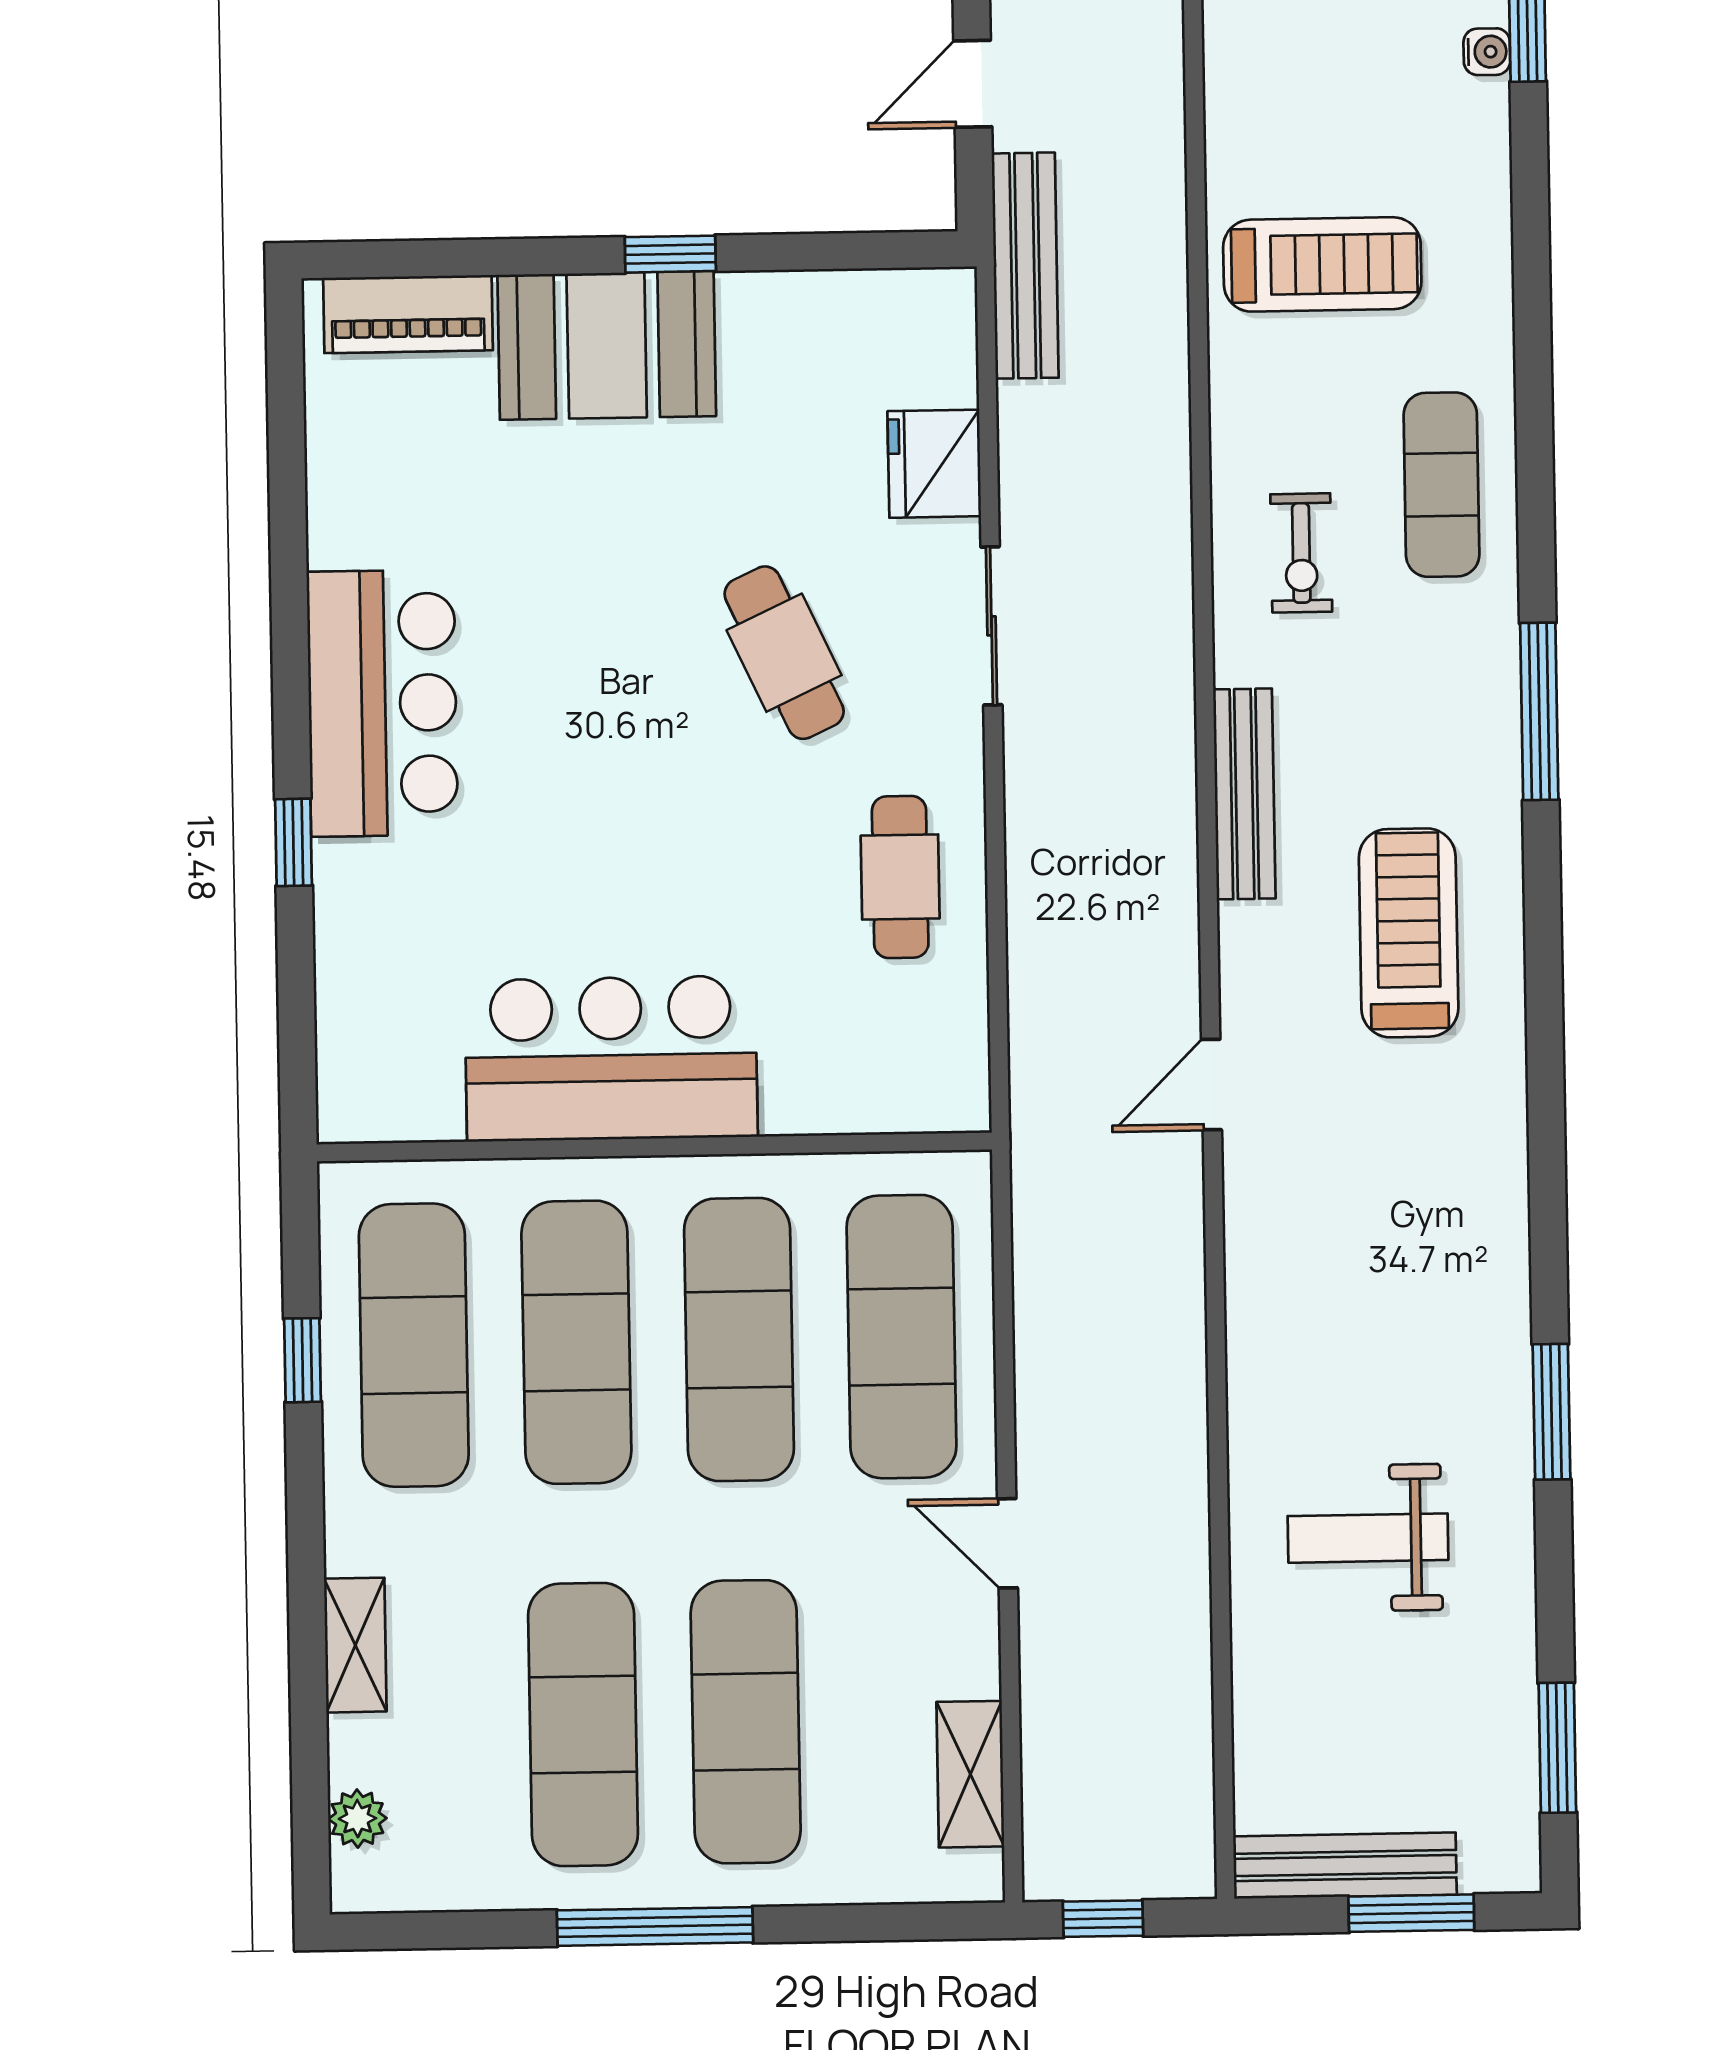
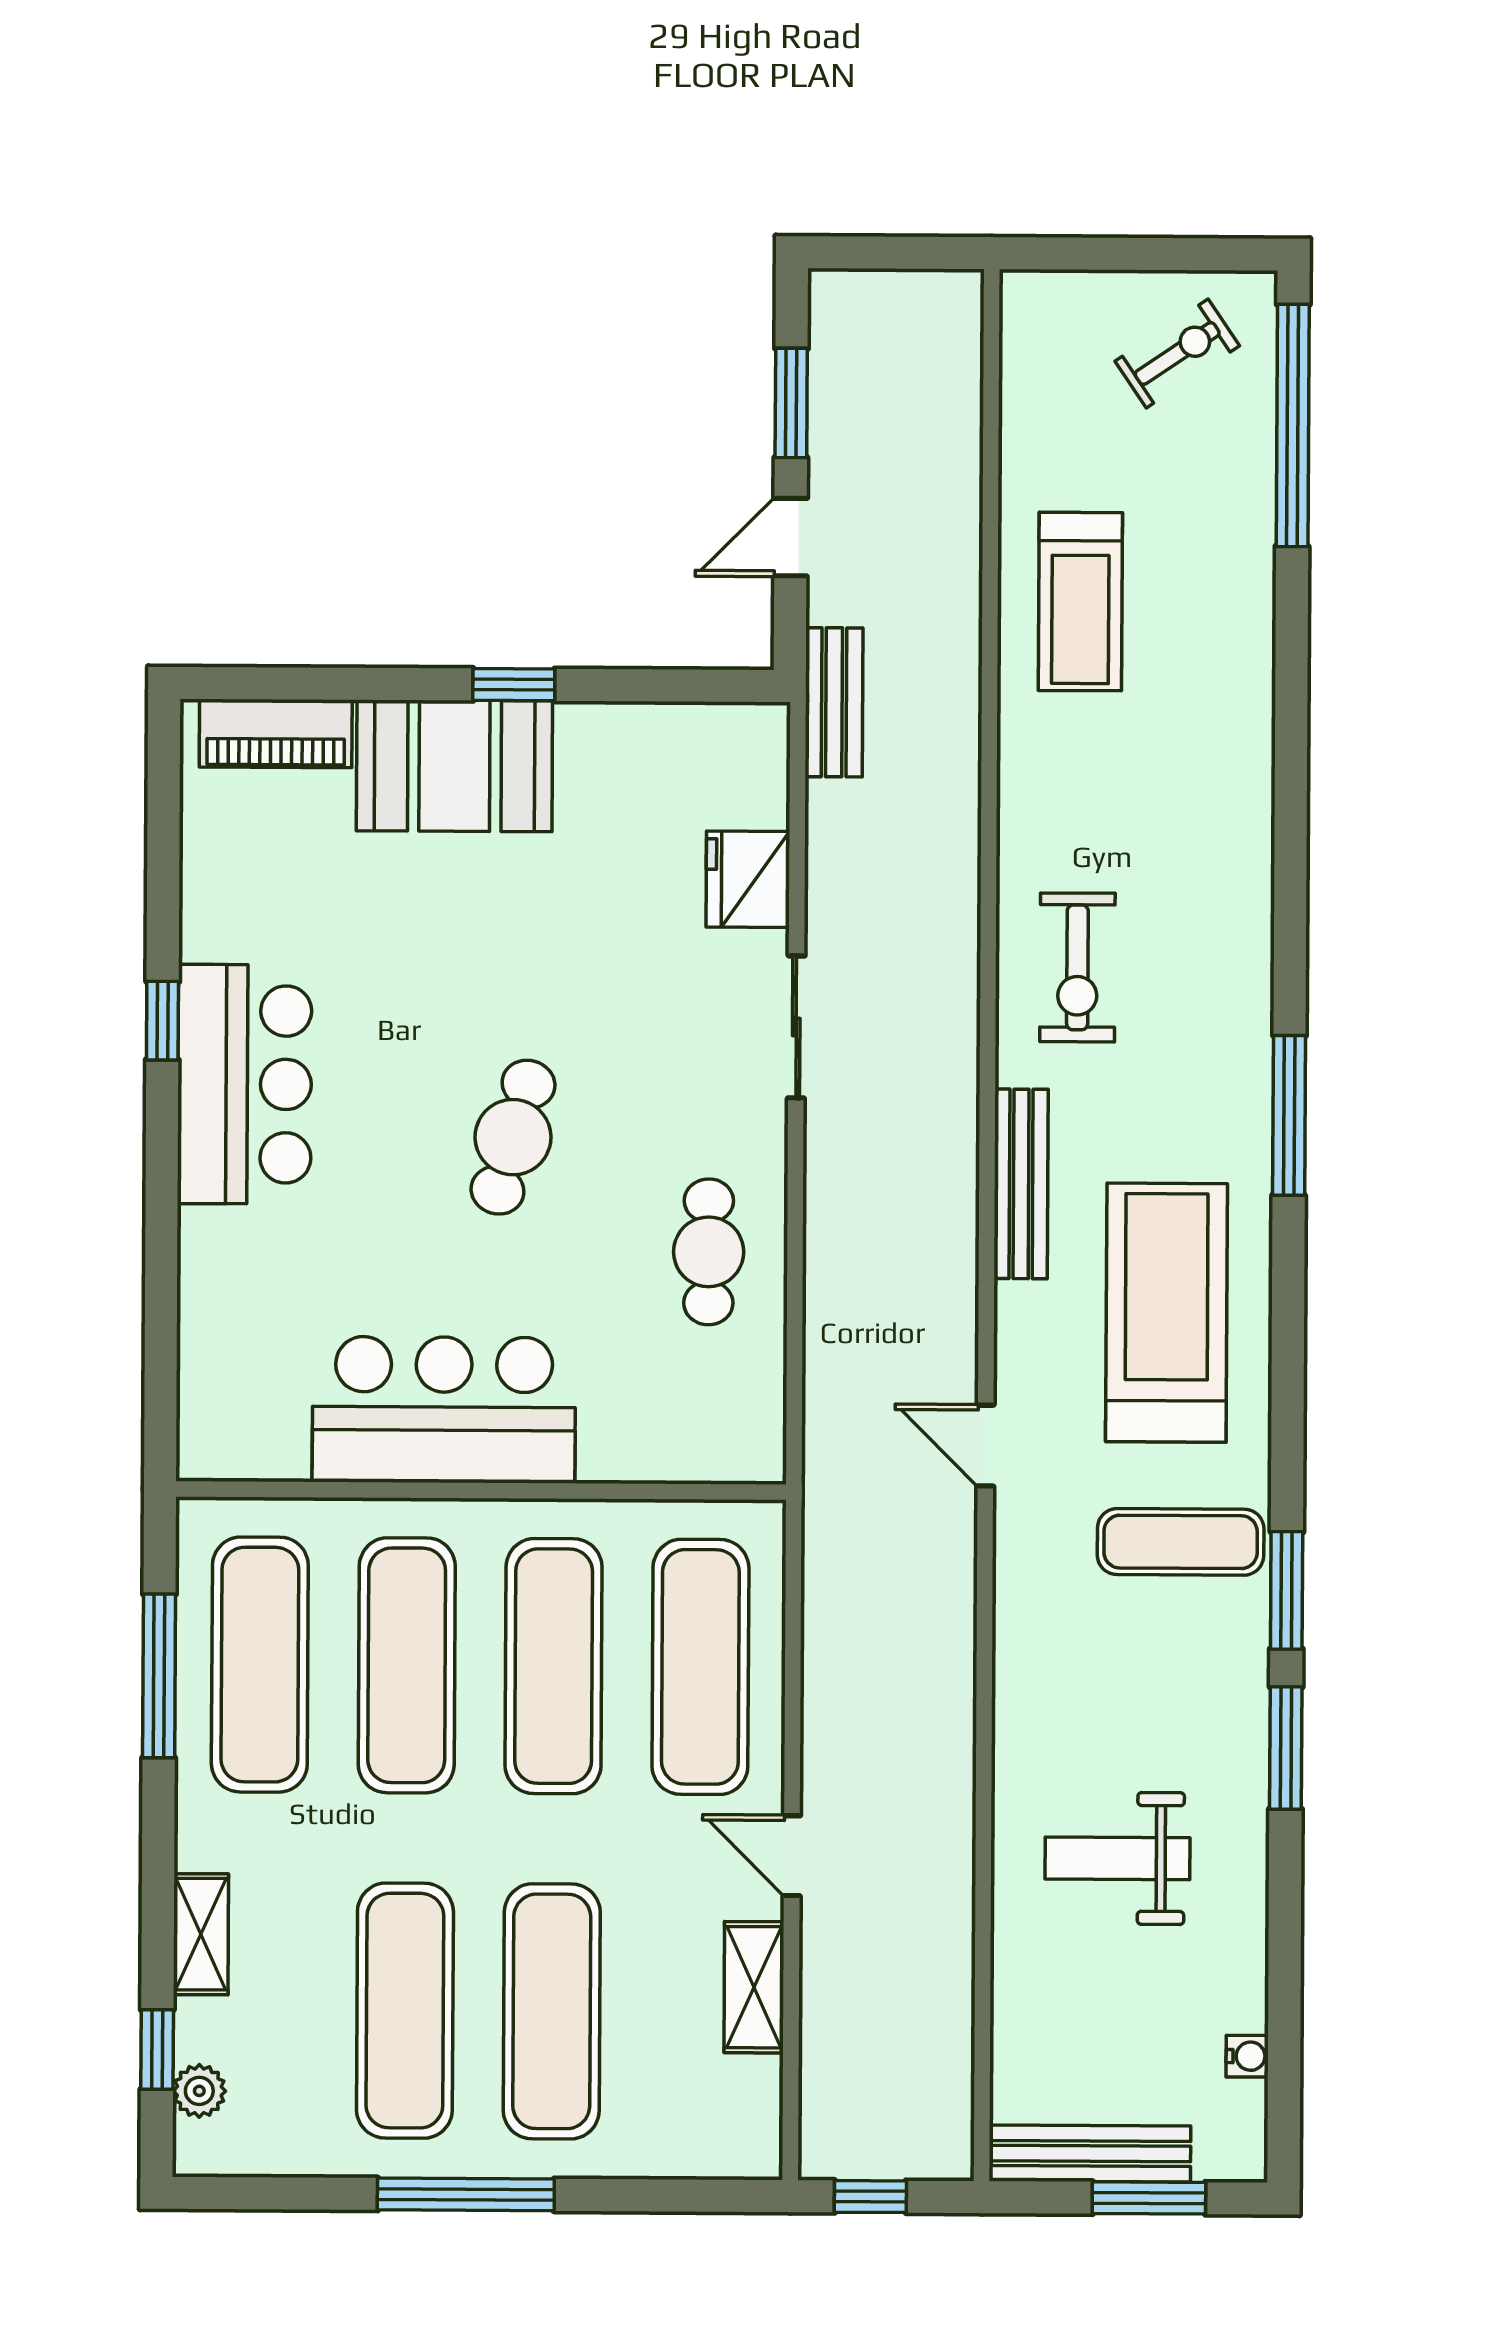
water cooler: (1487, 52) -> (1247, 2056), moved
treadmill: (1322, 264) -> (1080, 602), moved, turned 90
bench: (1025, 266) -> (834, 702), width x0.73
exercise mat: (1441, 485) -> (1181, 1542), moved, turned 90
exercise bike: (1301, 553) -> (1077, 967), width x1.38, depth x1.39
cafe table: (784, 653) -> (513, 1137), moved, turned 41
window: (293, 842) -> (162, 1021), moved
treadmill: (1409, 933) -> (1166, 1313), width x1.37, depth x1.38
door: (1211, 1085) -> (985, 1446), hinge flipped
window: (303, 1360) -> (159, 1676), width x2.17
window: (1557, 1748) -> (1287, 1590), moved
window: (310, 1774) -> (157, 2050), added
shelving: (970, 1774) -> (754, 1987), moved

